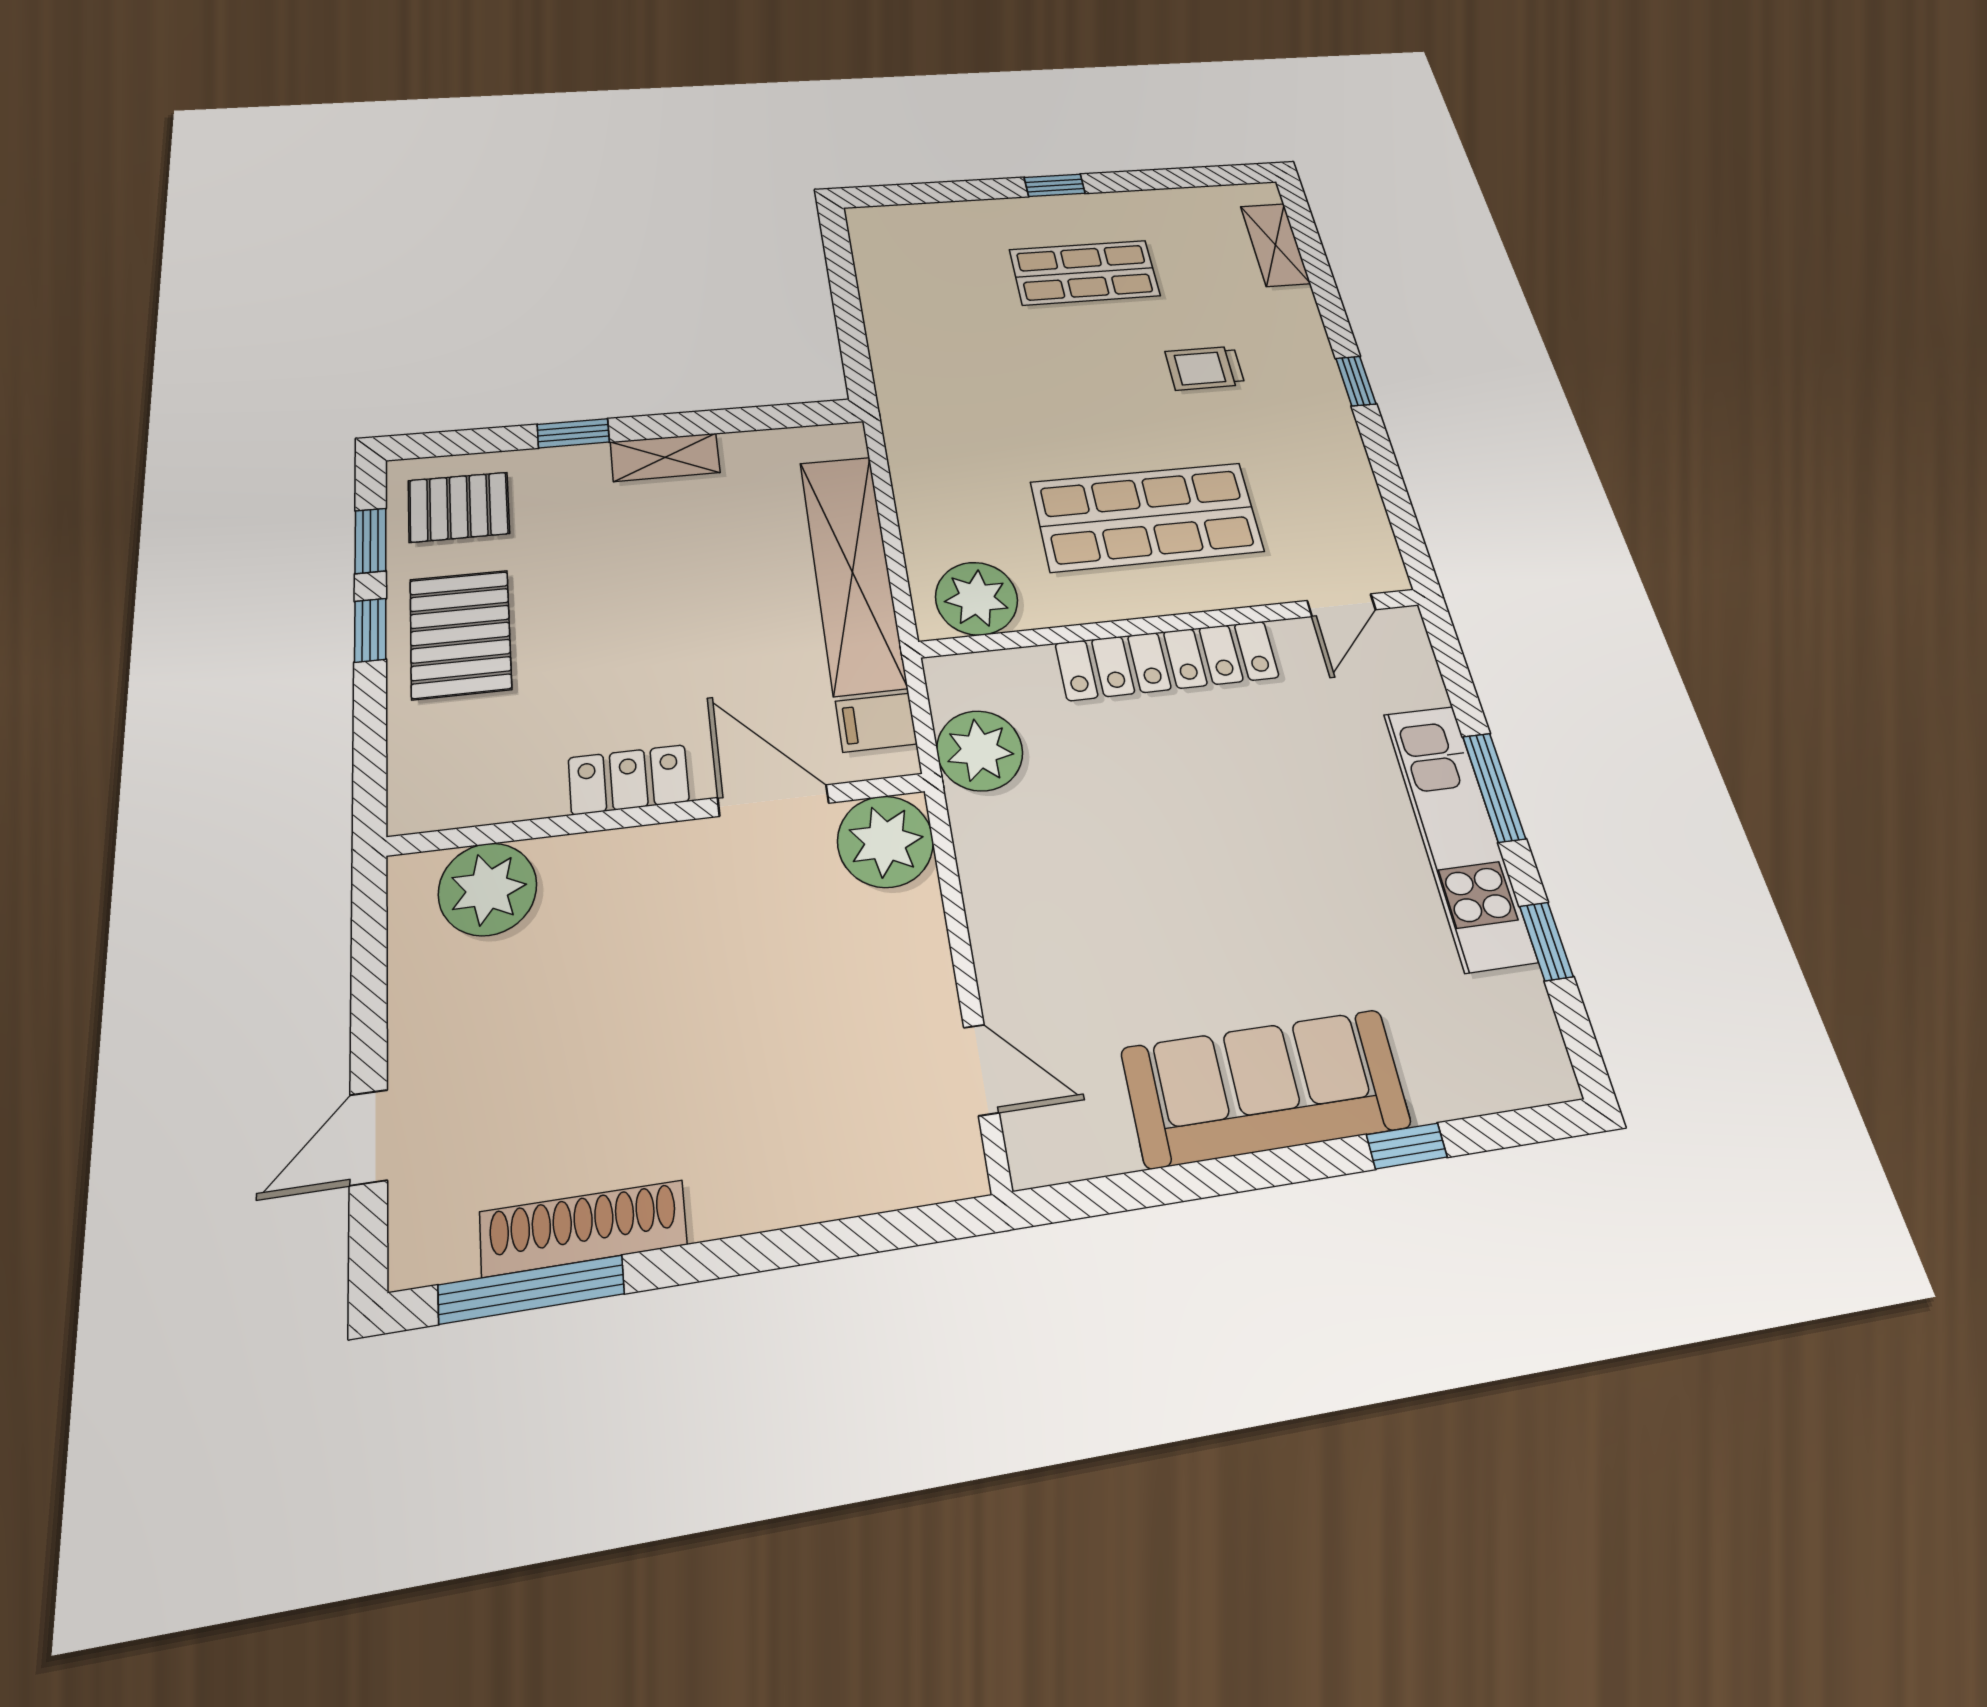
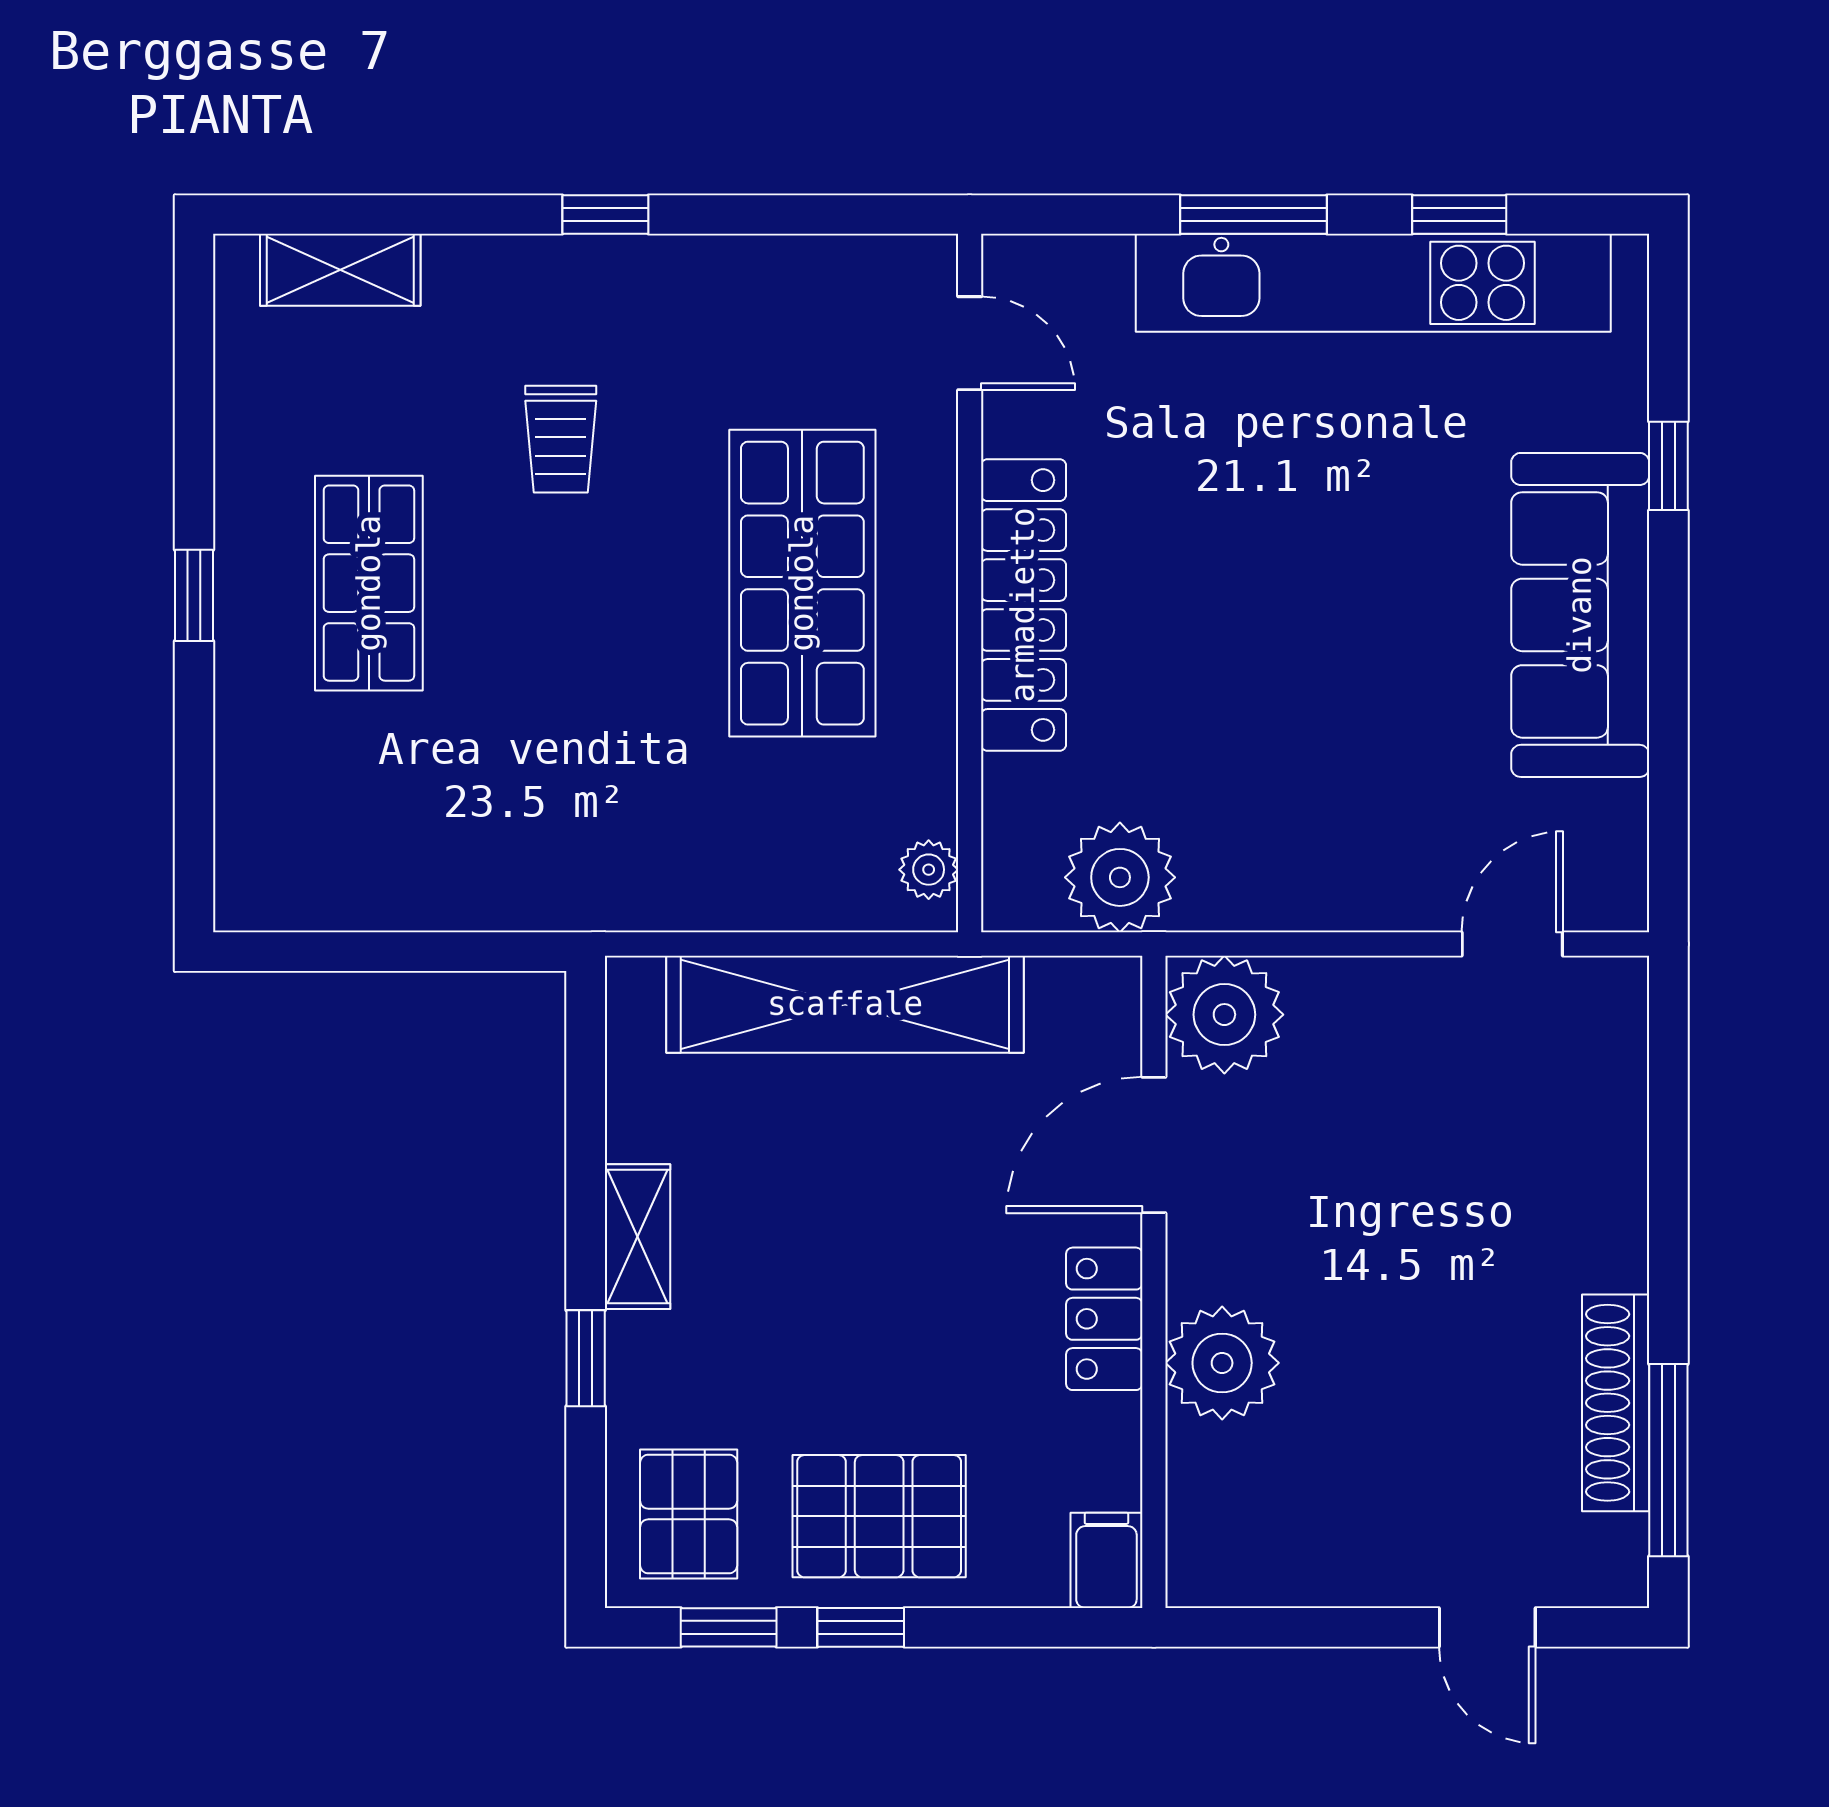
plant: (977, 598) -> (929, 870), width x0.53, depth x0.53
filing cabinet: (876, 723) -> (1106, 1560), moved, turned 180
kitchen unit: (1459, 835) -> (1373, 283), width x1.36
plant: (488, 889) -> (1222, 1363), moved

